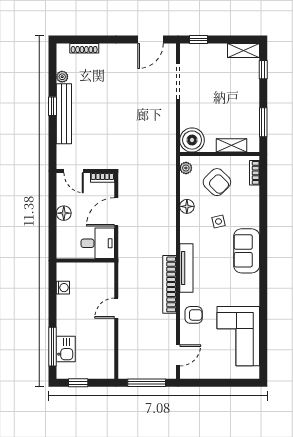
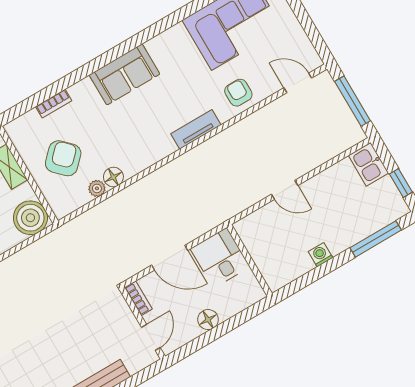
plant: (186, 168) -> (97, 188), moved
bookcase: (254, 173) -> (54, 104), moved
side table: (219, 221) -> (109, 129), removed
tv unit: (186, 268) -> (196, 129), width x0.71
bookcase: (170, 284) -> (219, 143), removed
washing machine: (63, 288) -> (321, 255), moved
kitchen sink: (66, 349) -> (369, 164), moved, turned -90

